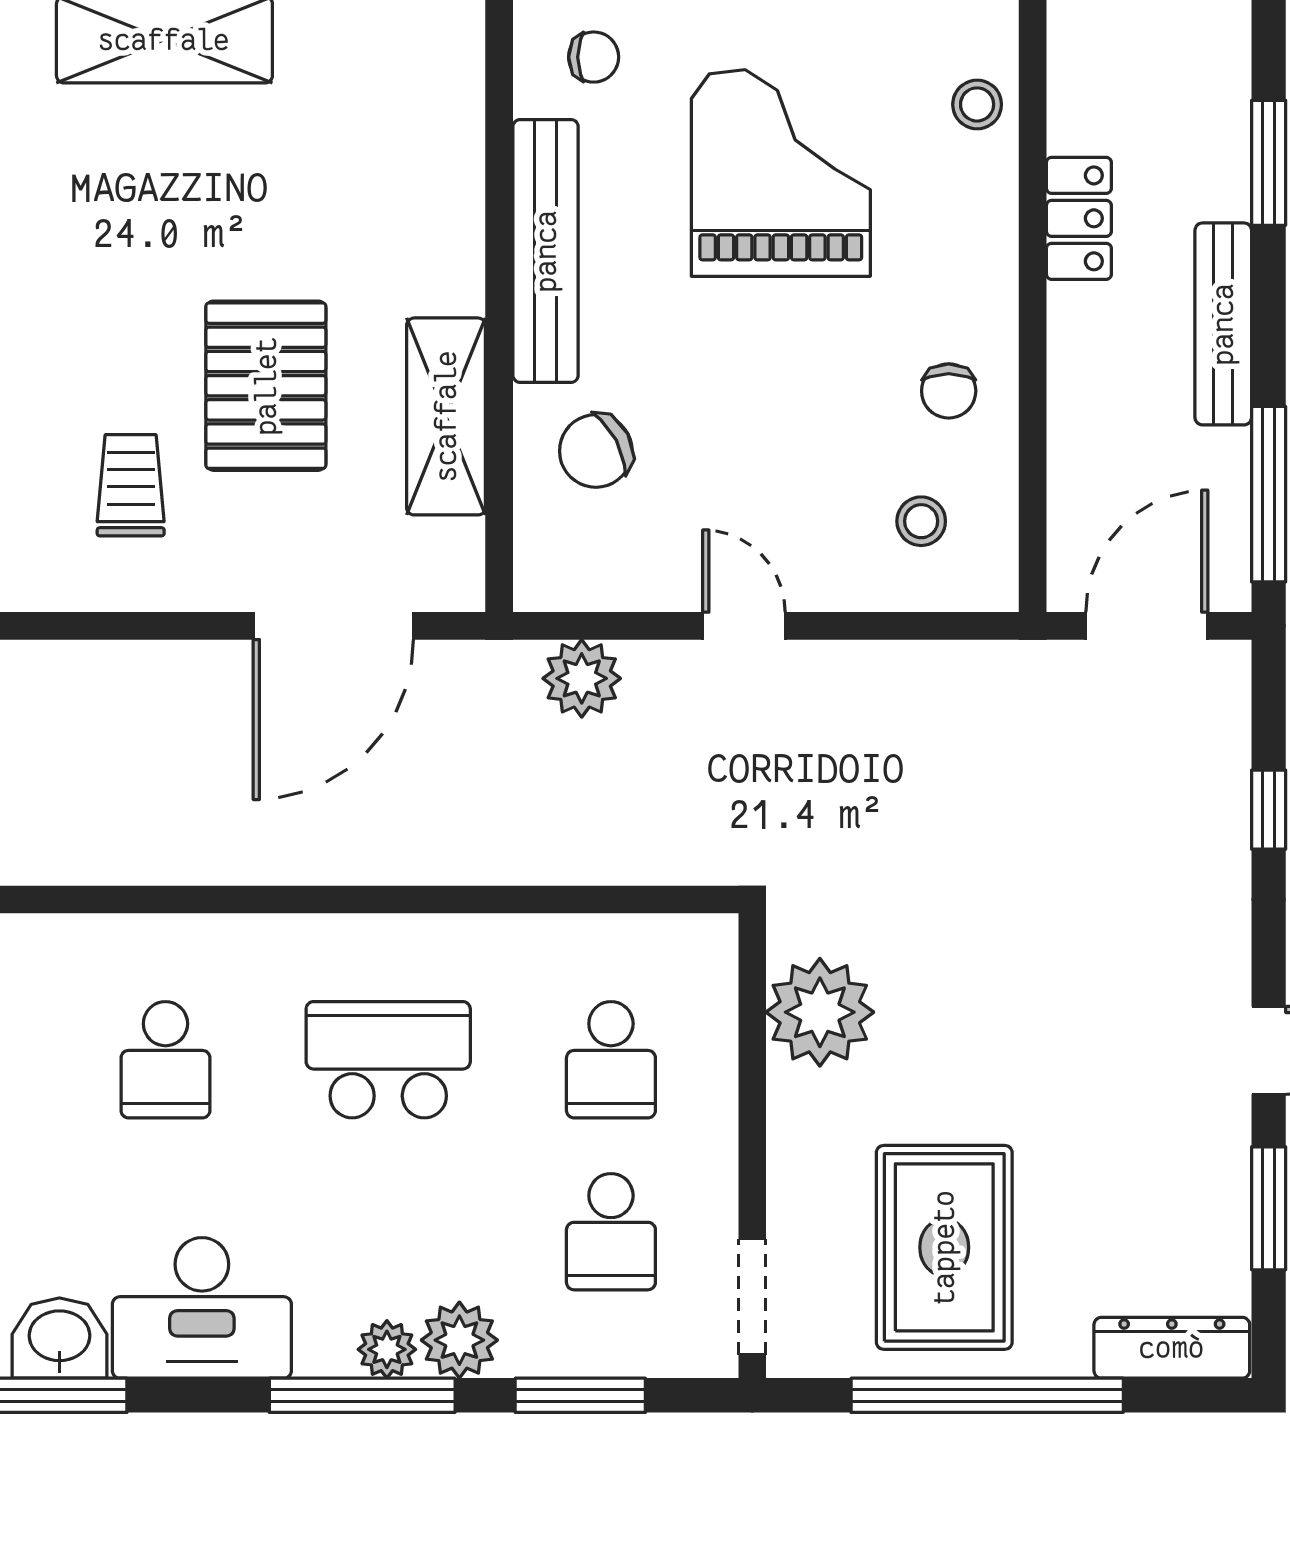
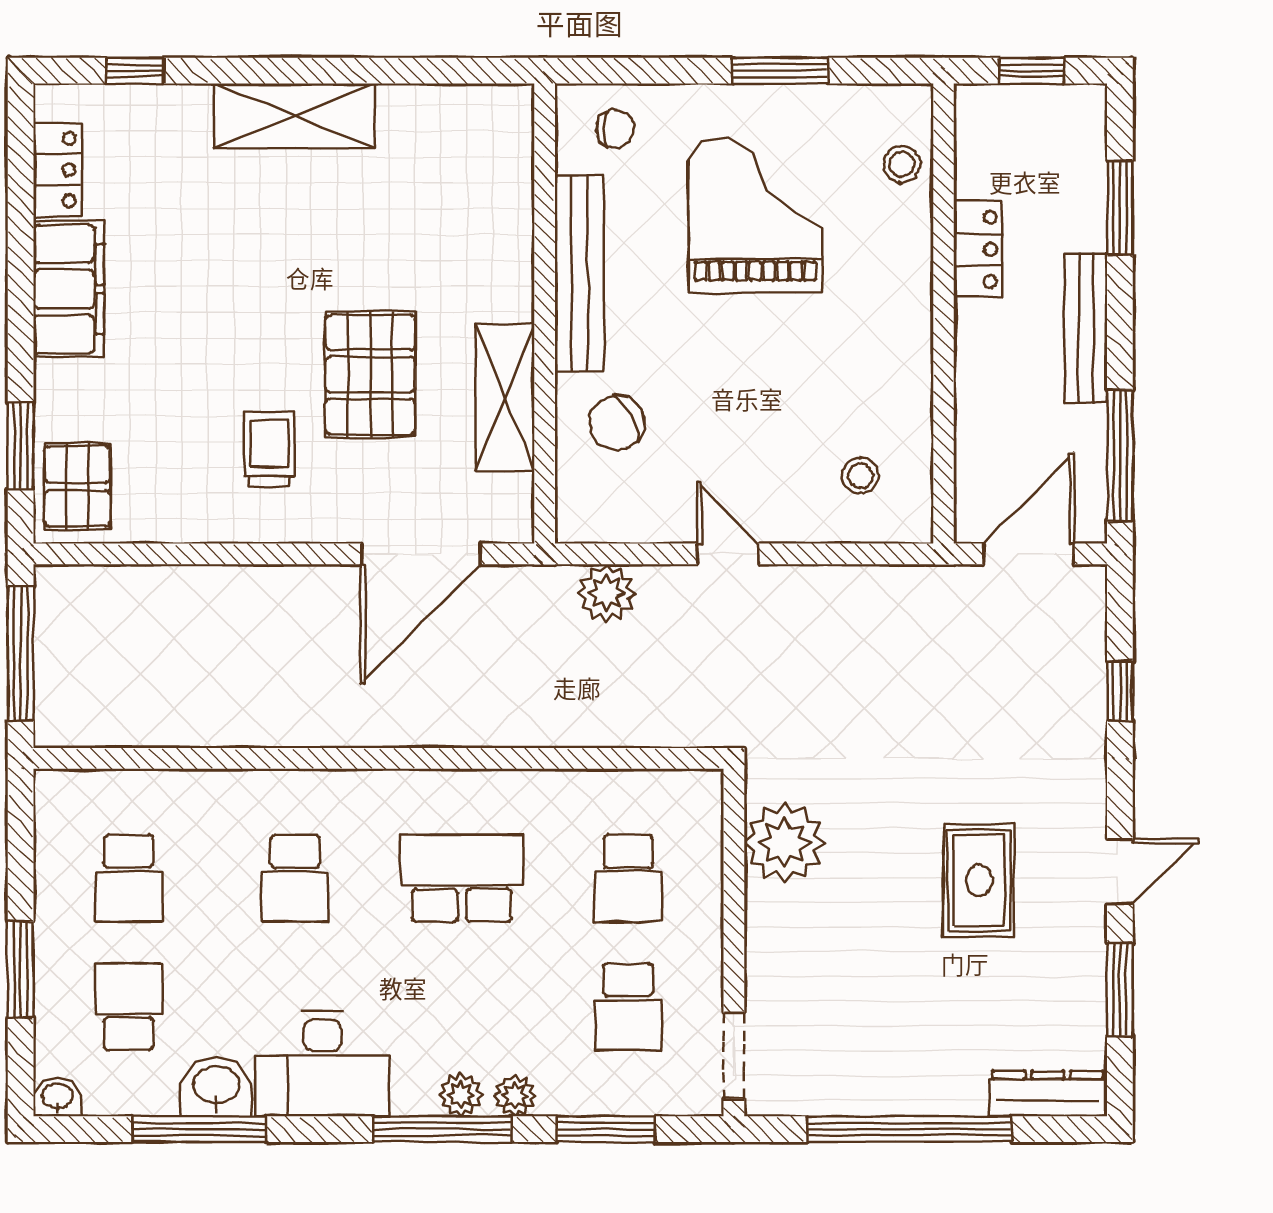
chair: (949, 391) -> (881, 378), removed
rug: (944, 1247) -> (979, 880), moved, width x0.73, depth x0.70
plant: (459, 1340) -> (515, 1096), width x0.73, depth x0.73

